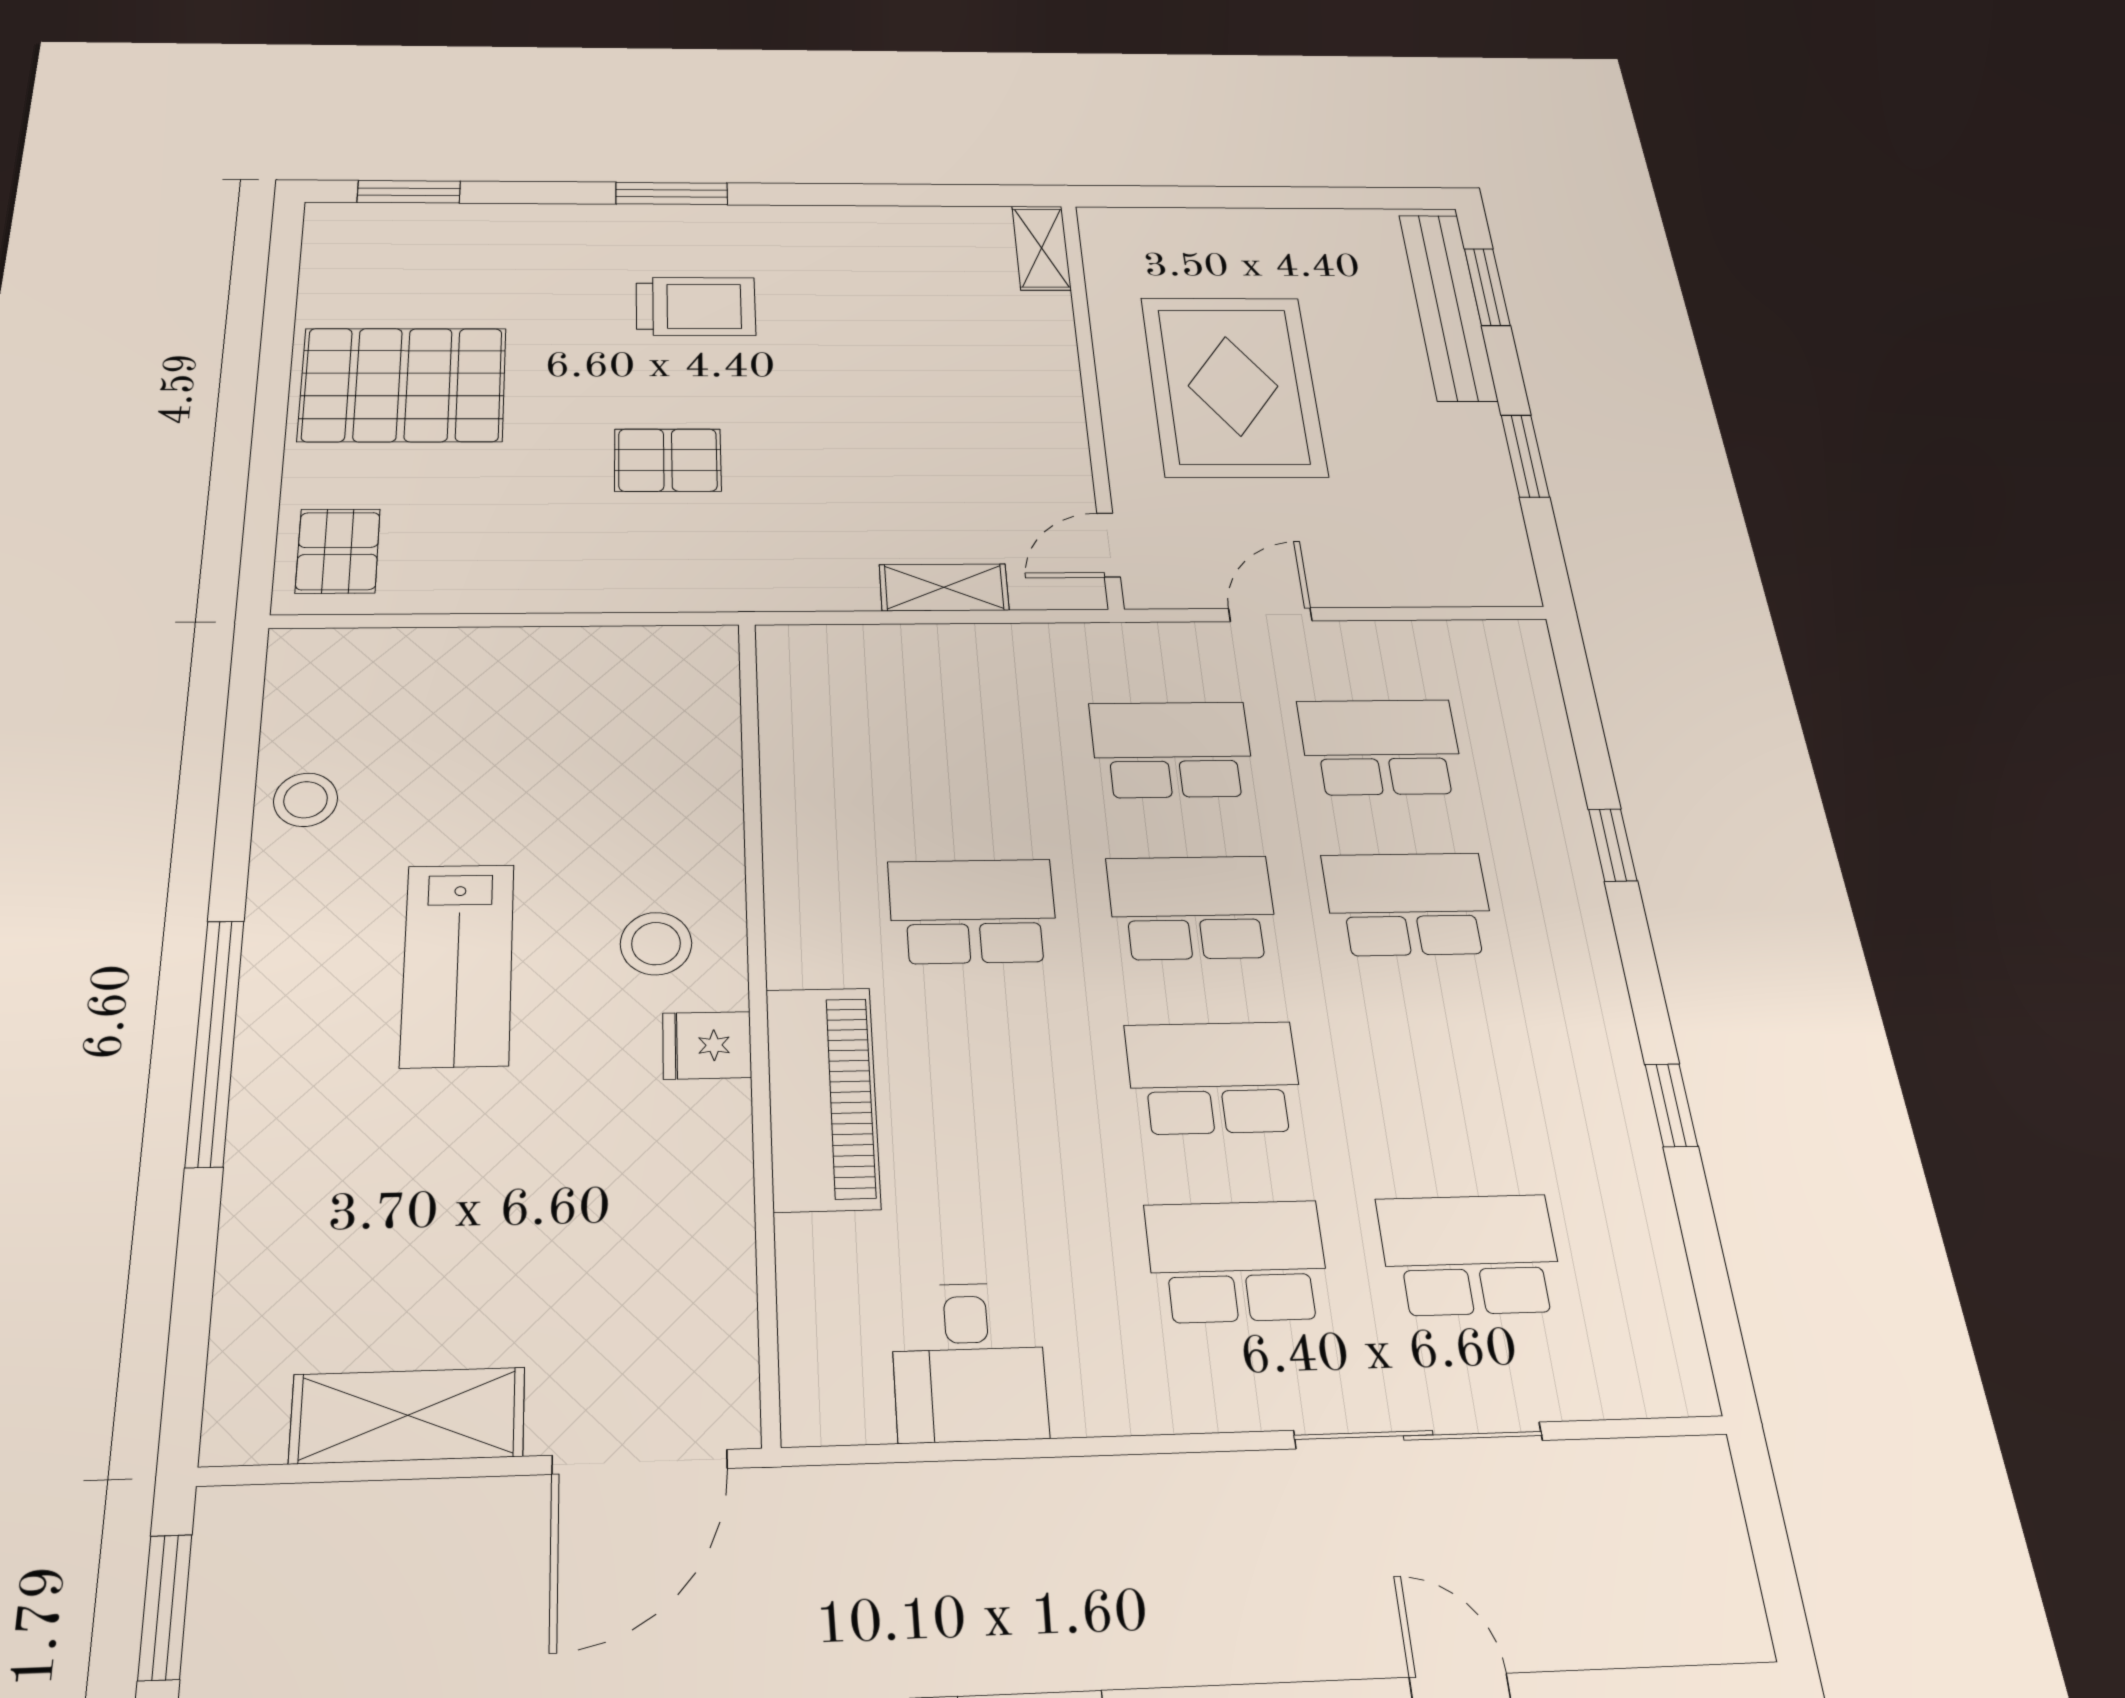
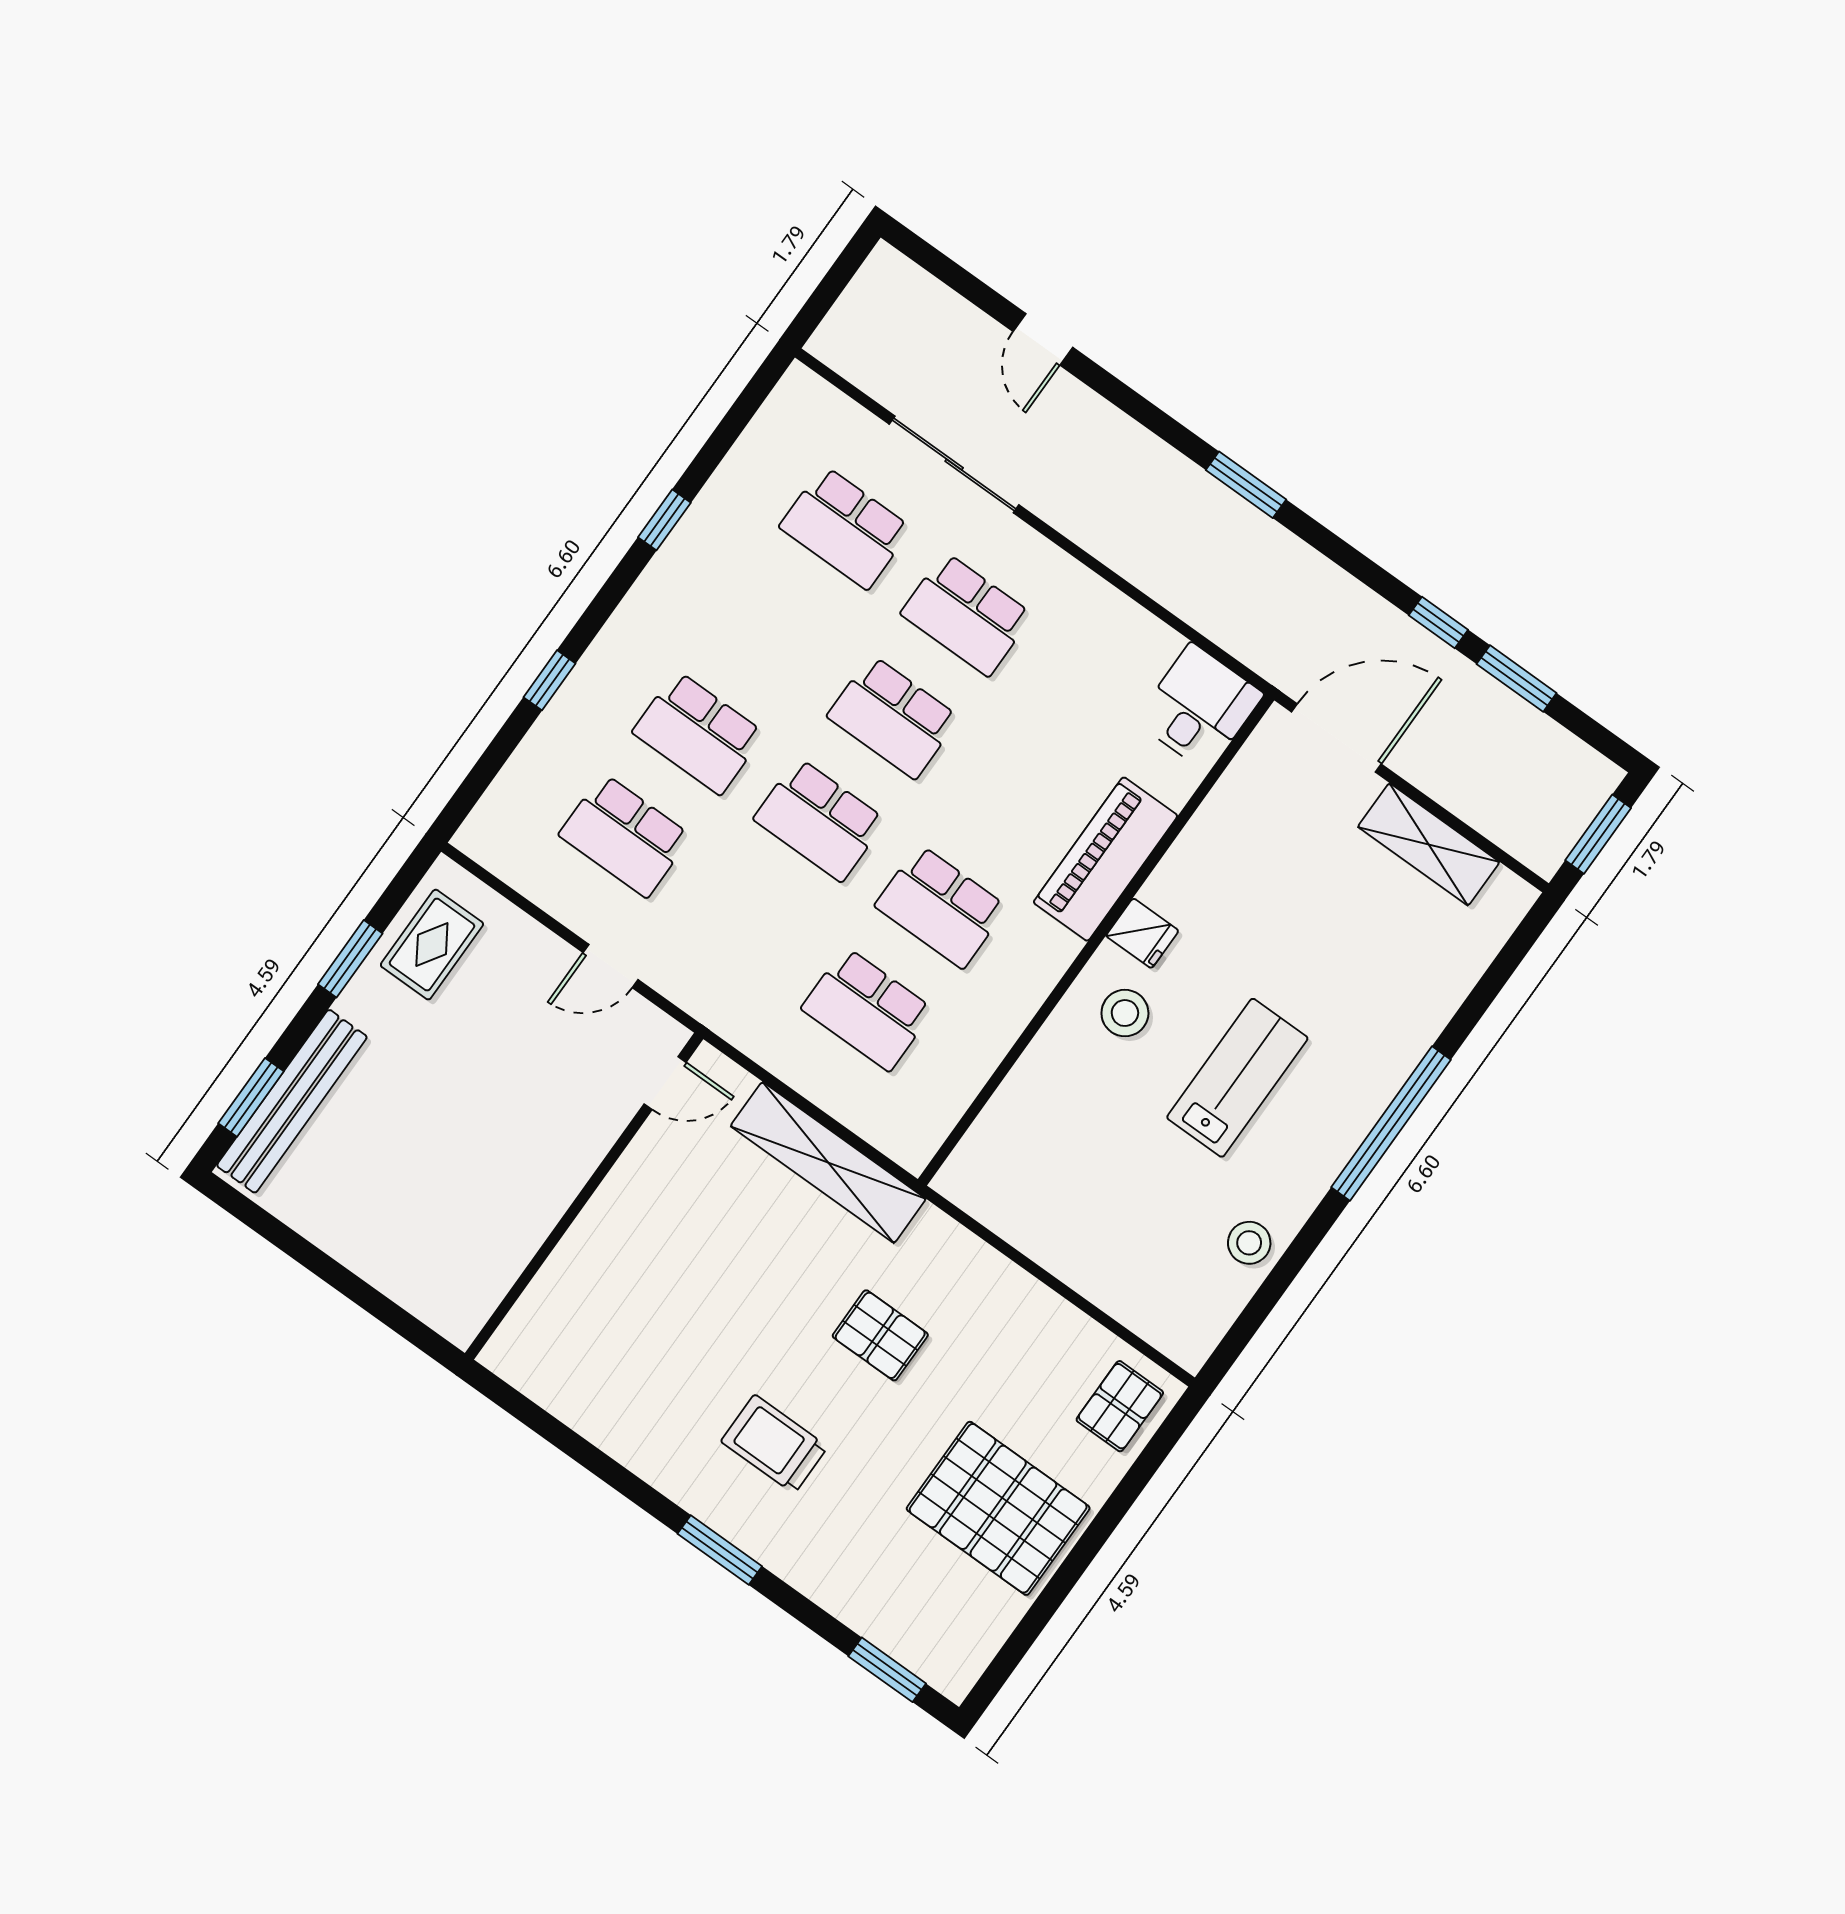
shelving: (1041, 248) -> (516, 1335), removed
rug: (1233, 386) -> (432, 945), moved, width x0.54, depth x0.49
shelving: (944, 587) -> (828, 1162), width x2.20, depth x1.33
school desk: (1172, 750) -> (867, 1009), moved
desk: (969, 1362) -> (1199, 707), moved

